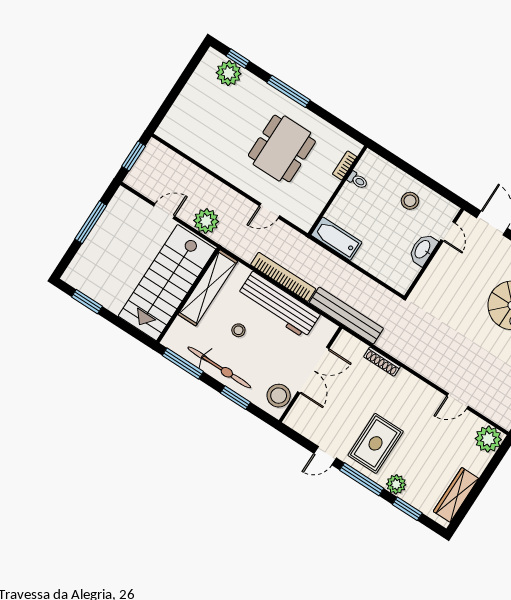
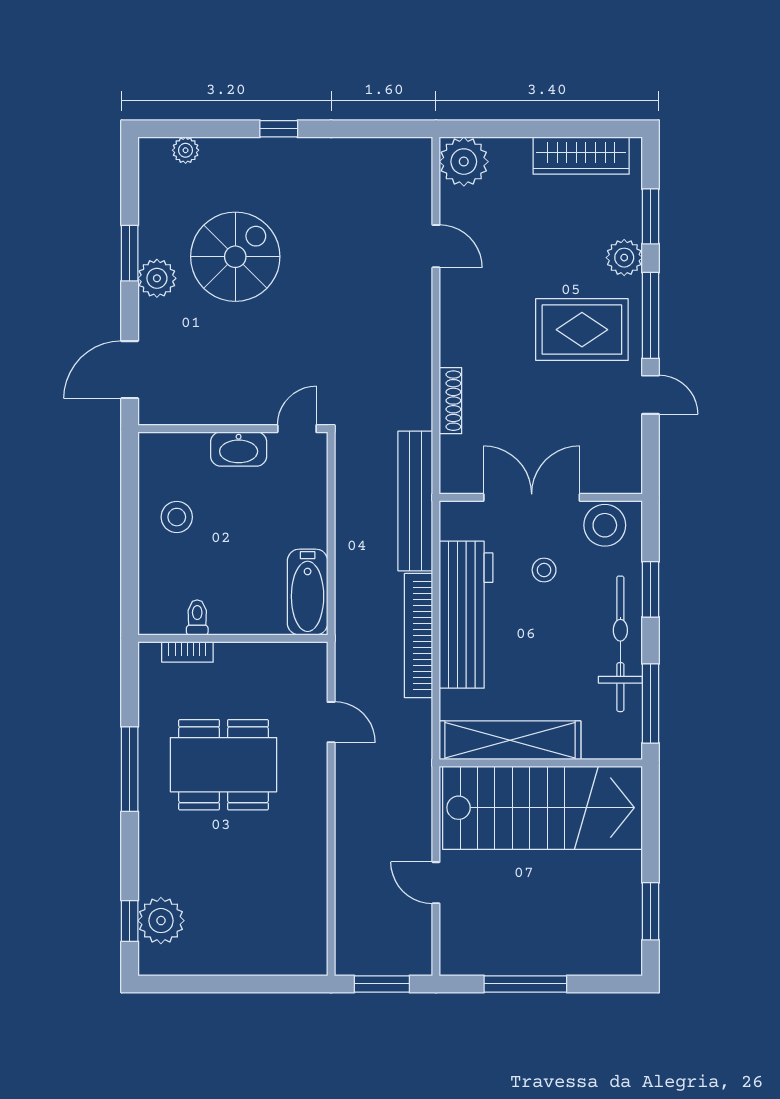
window: (289, 91) -> (130, 769), moved
plant: (206, 221) -> (409, 809), removed
door: (448, 231) -> (297, 429), moved
stool: (238, 330) -> (544, 570), moved

